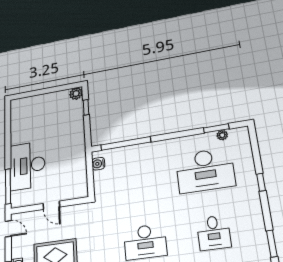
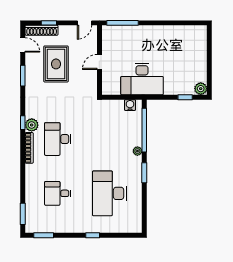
window: (216, 128) -> (144, 173), moved
plant: (222, 135) -> (137, 151), moved
desk: (27, 166) -> (142, 79), moved, turned 180

